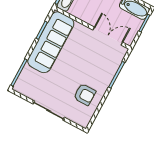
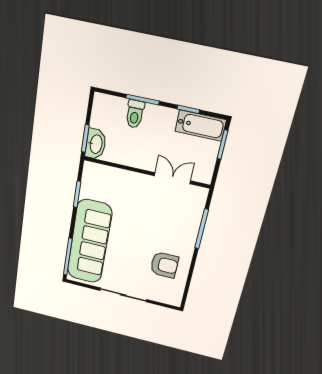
double door: (108, 36) -> (172, 178), width x0.73
sofa: (51, 42) -> (89, 242), moved

